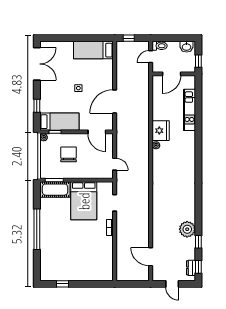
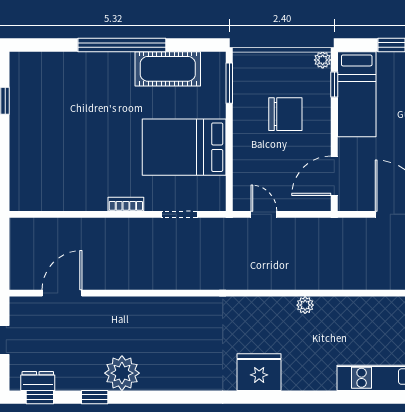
fridge: (161, 131) -> (259, 372), moved, turned 180
door: (115, 164) -> (264, 214), swing flipped
cot: (55, 190) -> (168, 69), moved, turned 90

